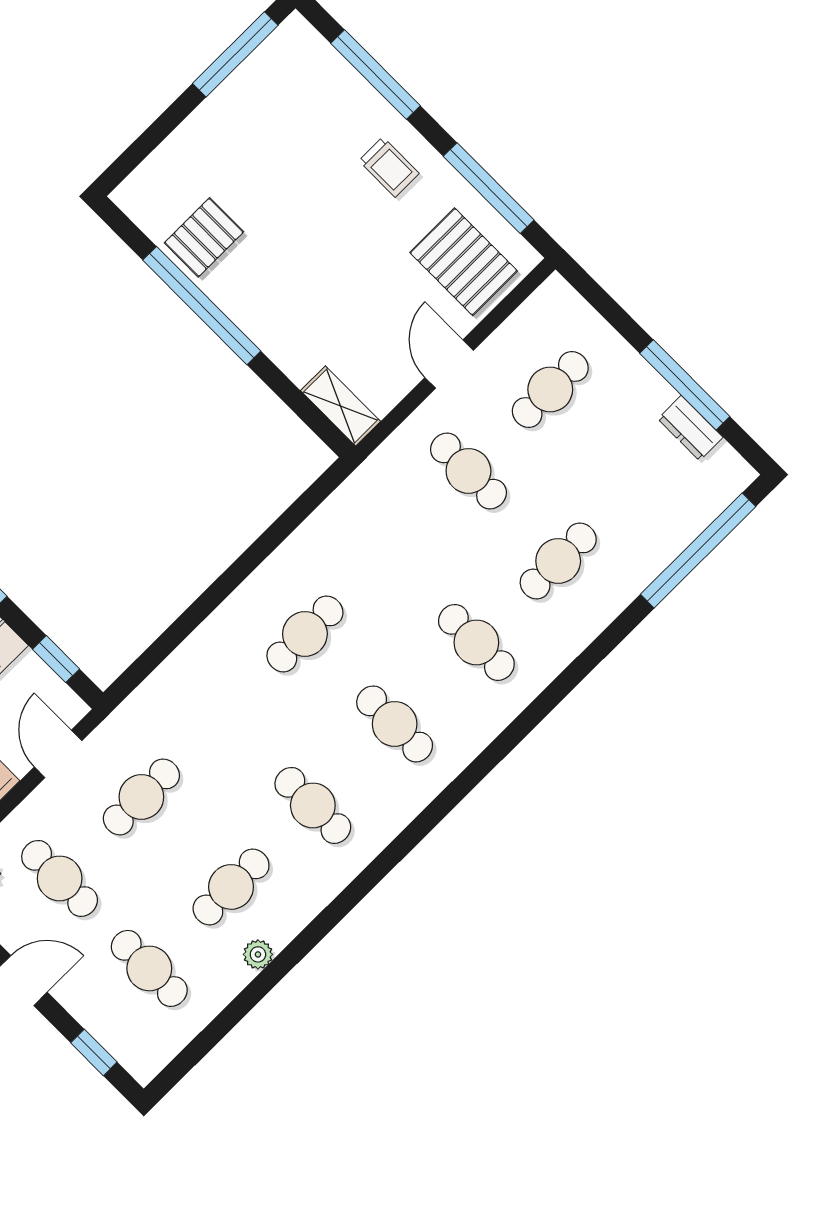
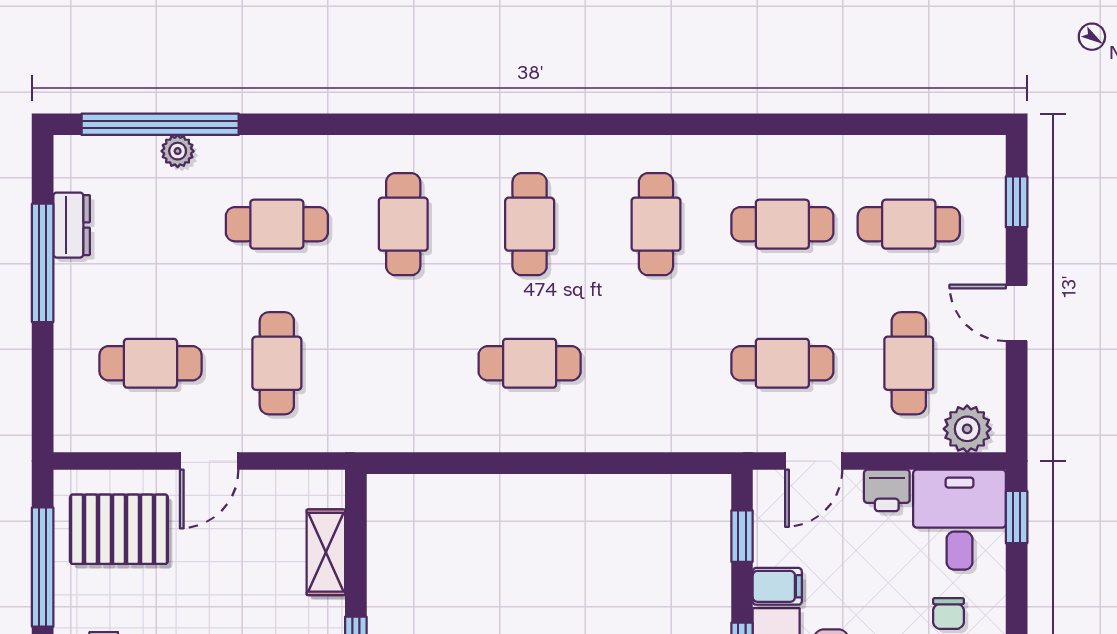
pallet: (464, 262) -> (119, 529), turned 90
shelving: (341, 406) -> (326, 552), moved
plant: (258, 954) -> (178, 151), moved
cafe table: (149, 968) -> (909, 224), turned 90

